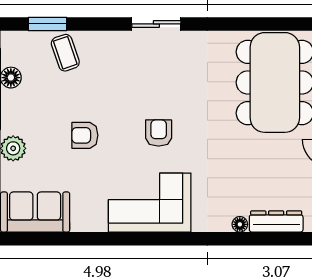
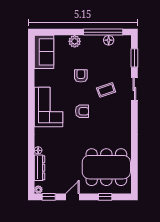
sliding door: (156, 24) -> (134, 89), moved
coffee table: (65, 53) -> (106, 90), moved

